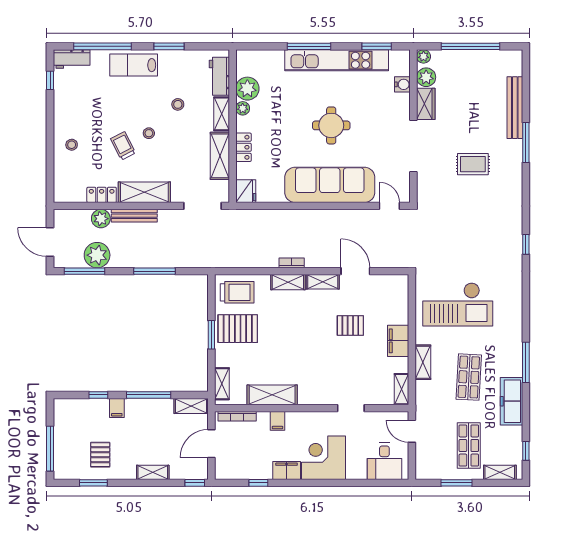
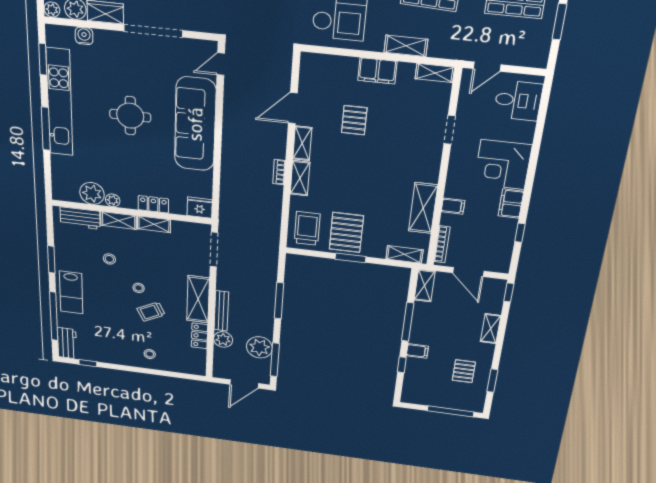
shelving: (220, 156) -> (154, 224), width x0.67, depth x0.75
pallet: (100, 455) -> (464, 371), turned 90

